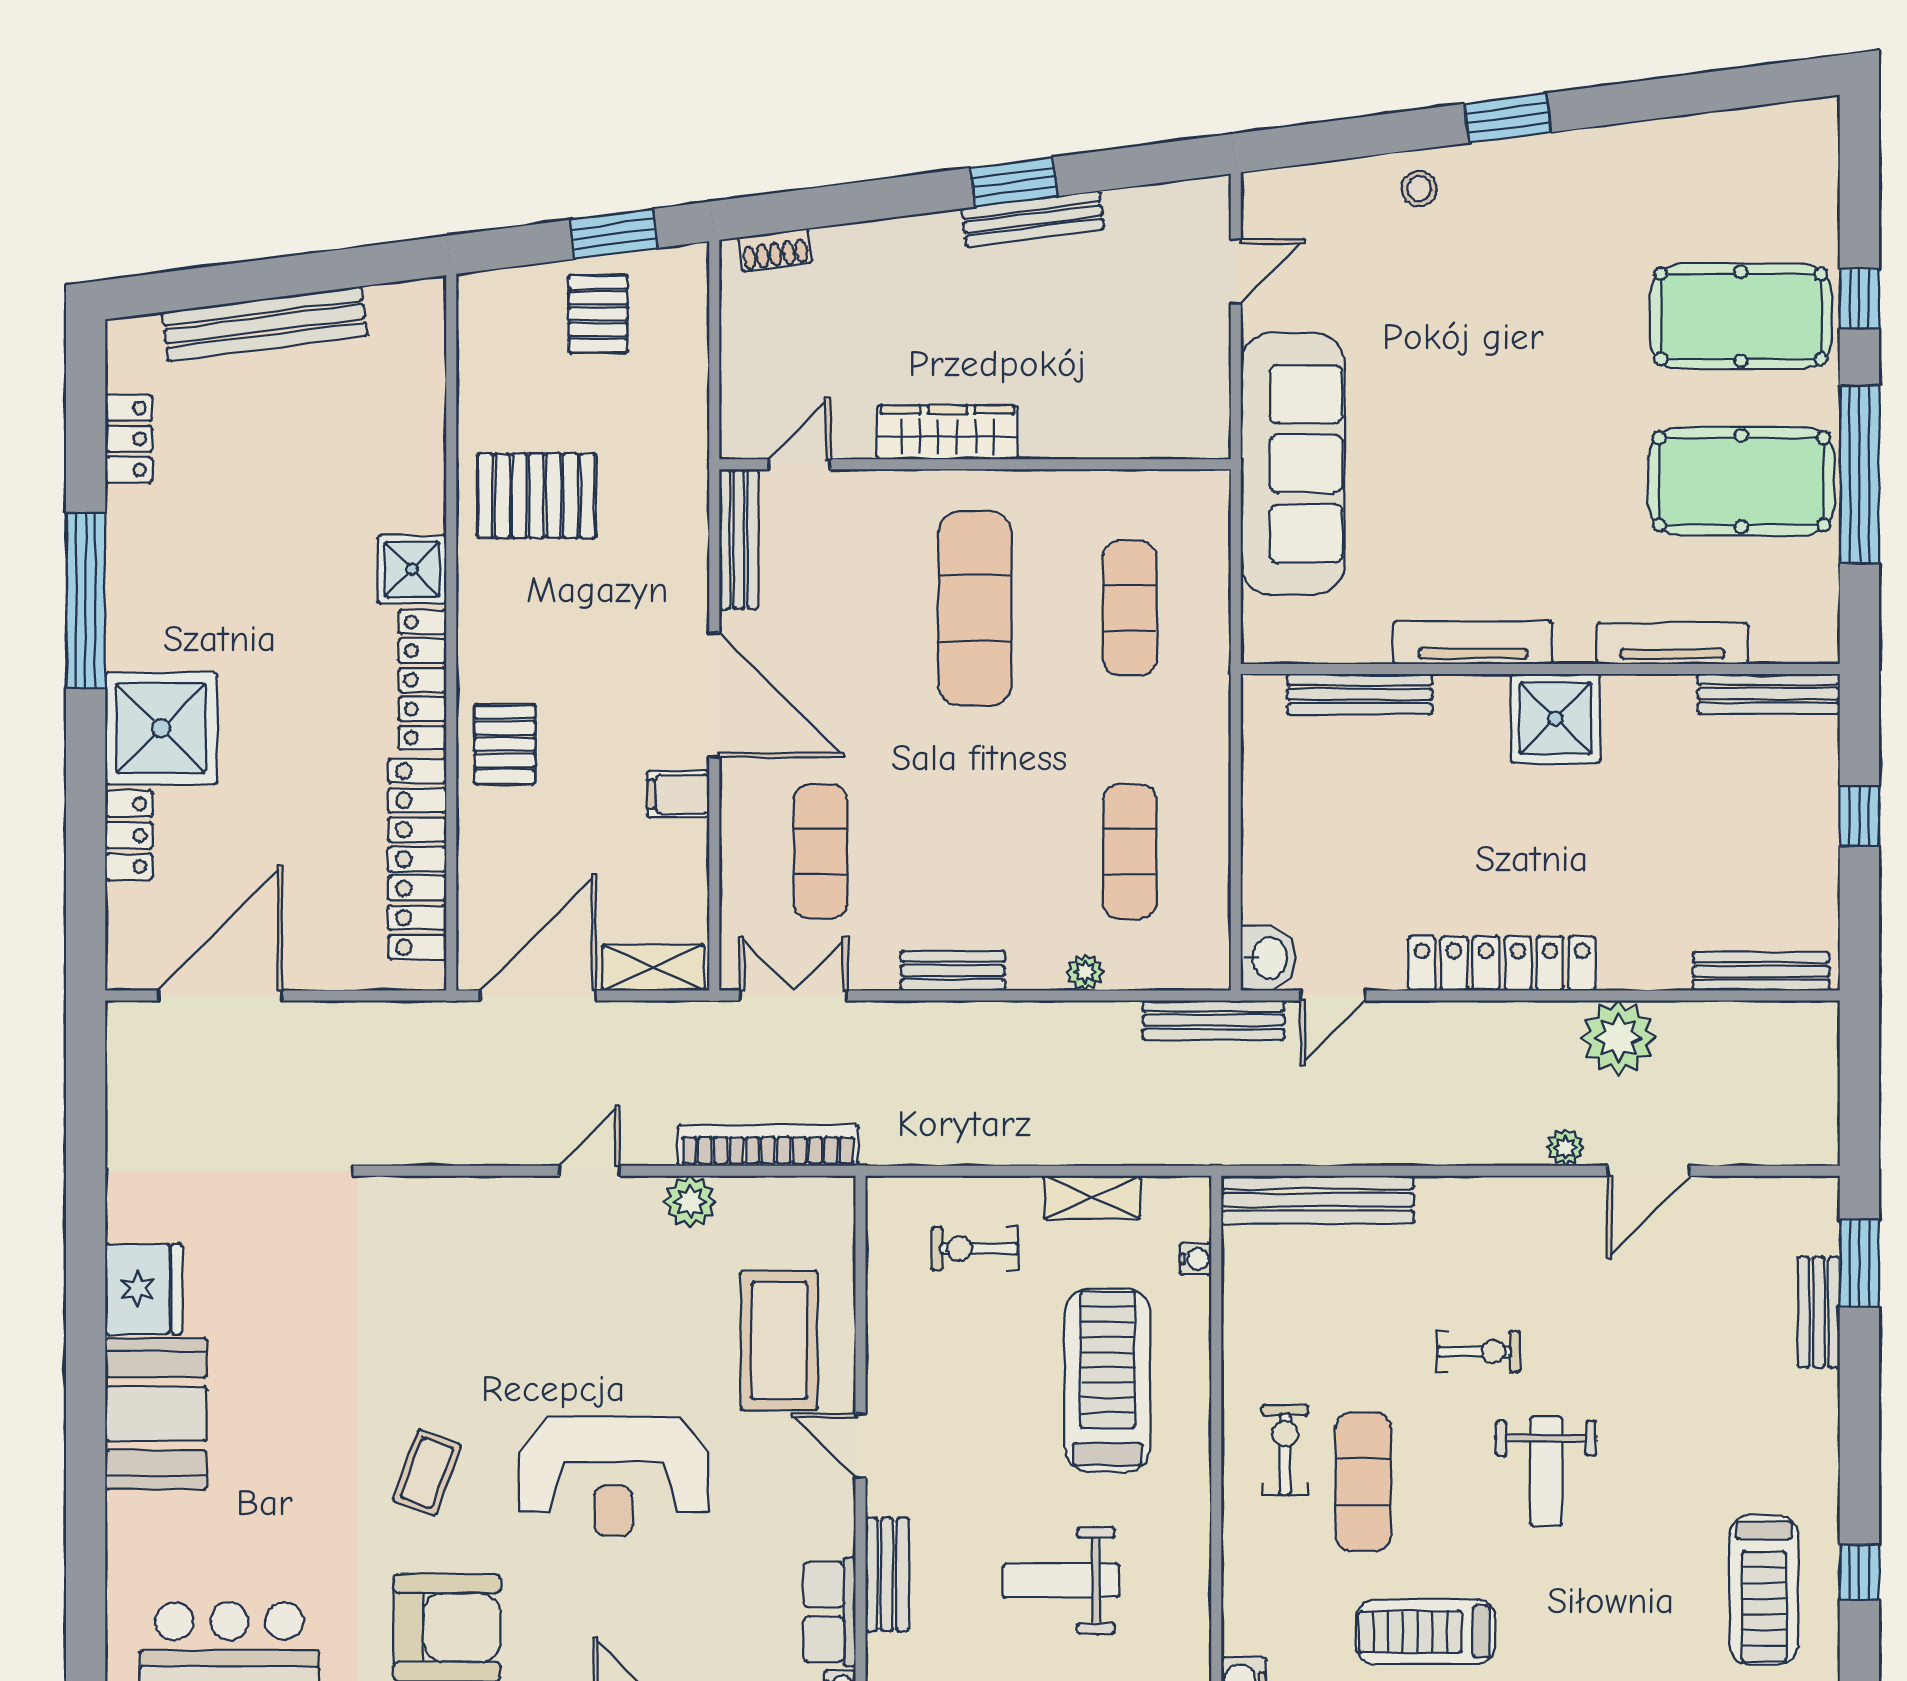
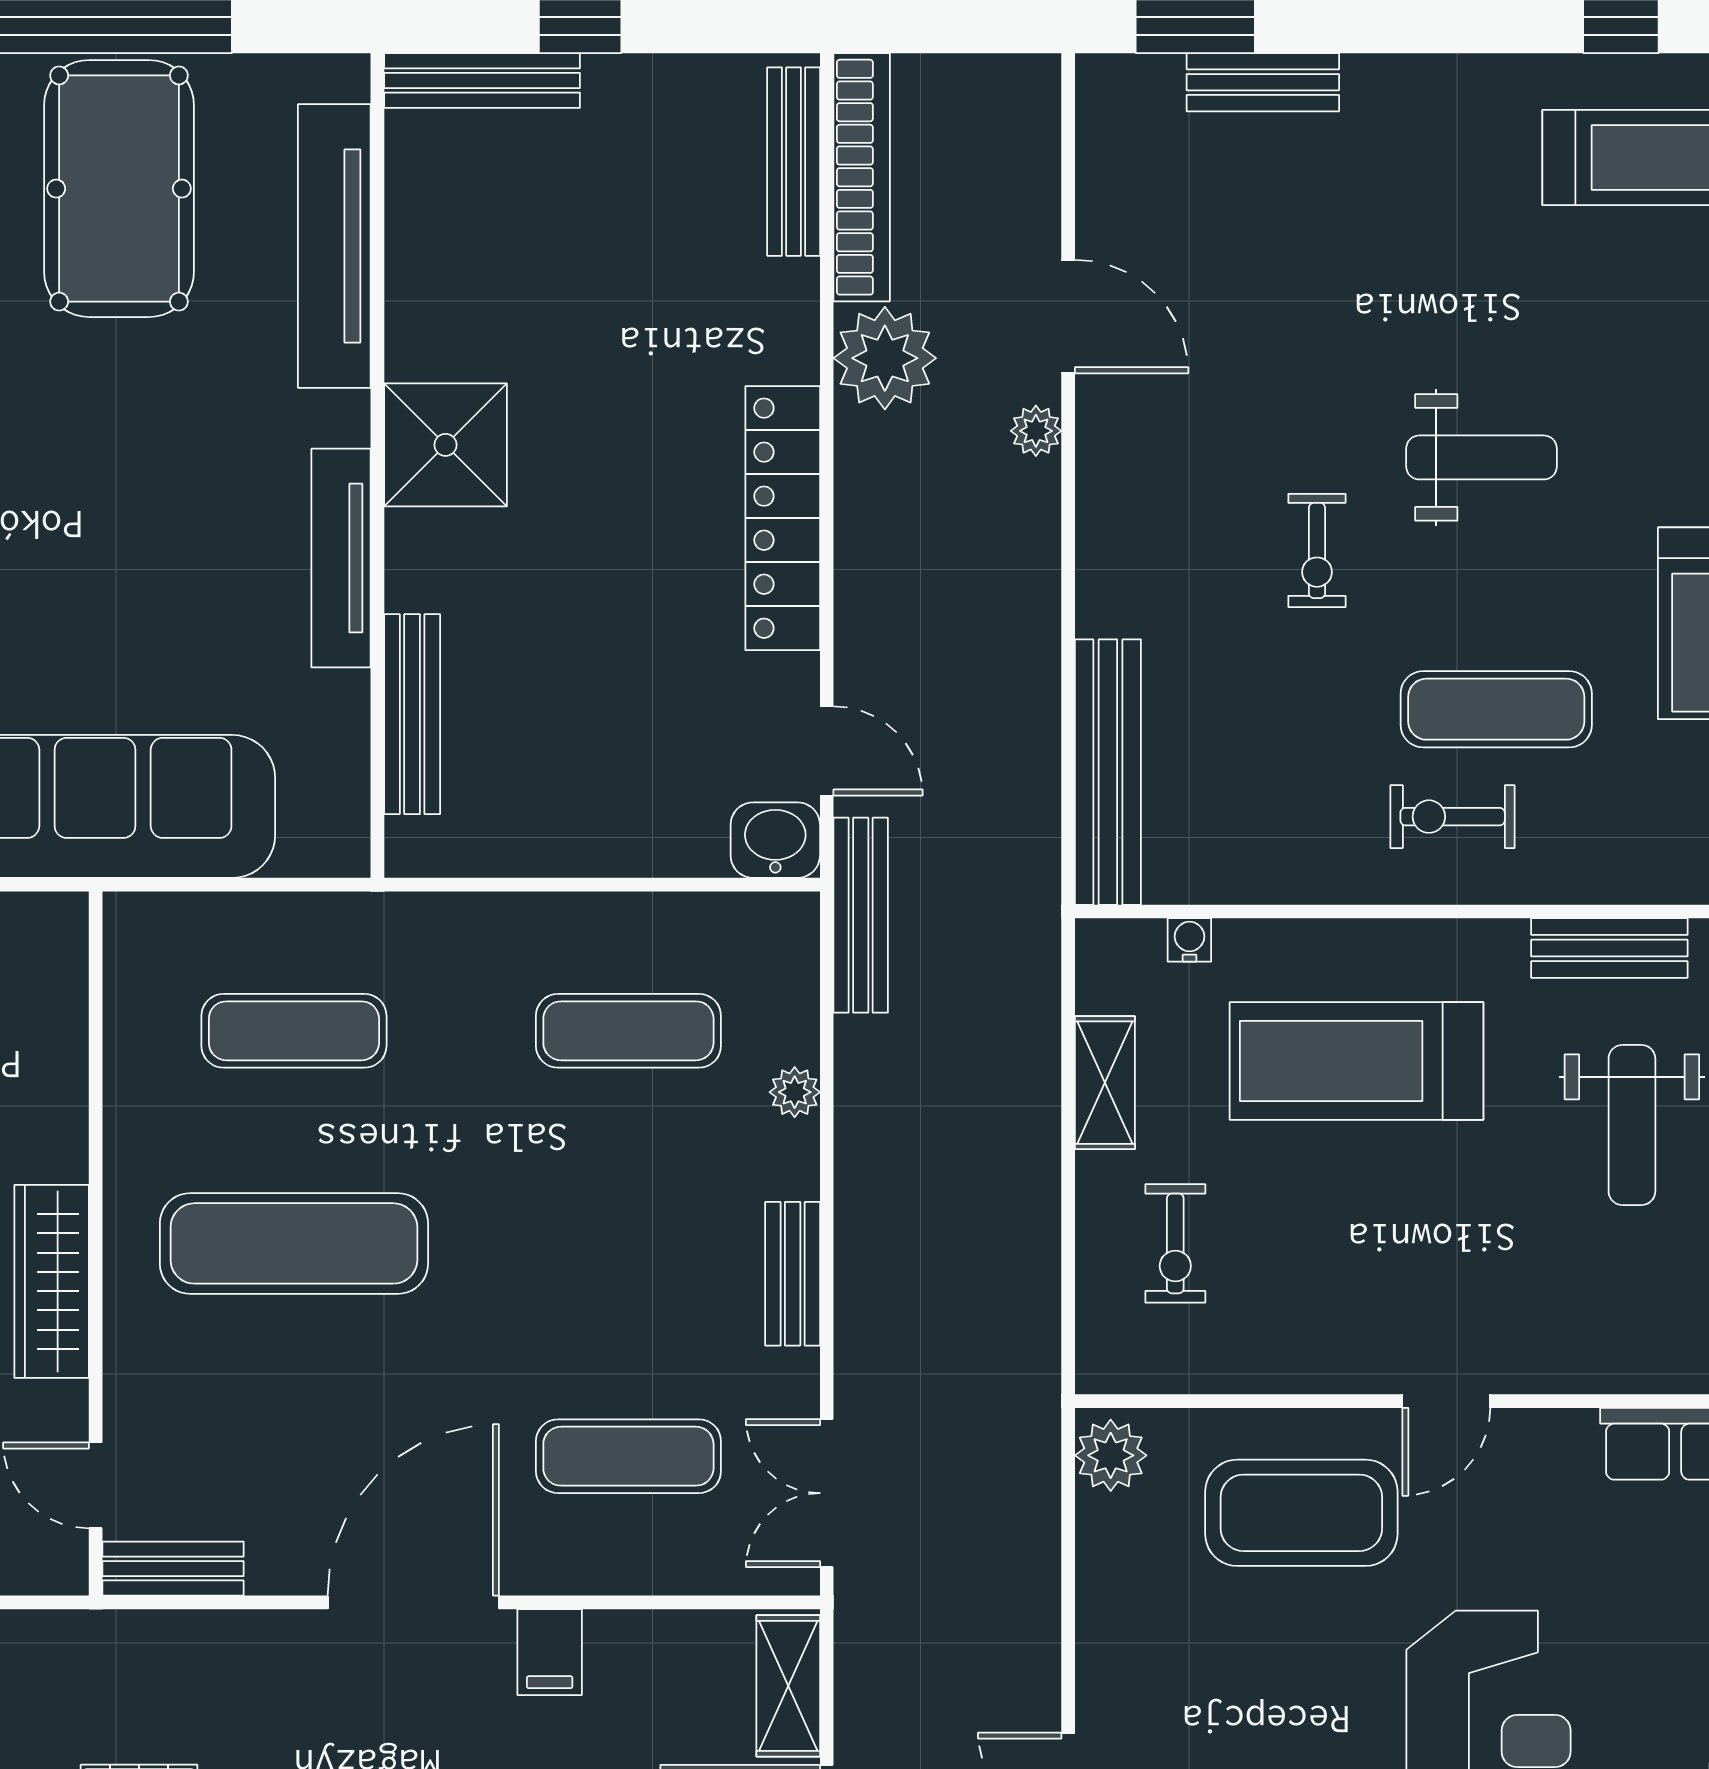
bench: (739, 539) -> (173, 1569), width x0.73
tv unit: (1672, 644) -> (334, 246), width x1.36, depth x1.29
bench: (1769, 694) -> (482, 80), moved, turned 90
bookcase: (768, 1145) -> (862, 177), moved, turned 180
plant: (690, 1202) -> (1111, 1455), moved
exercise bike: (1478, 1352) -> (1317, 551), turned 180
bench: (887, 1575) -> (1609, 948), moved

